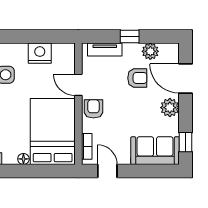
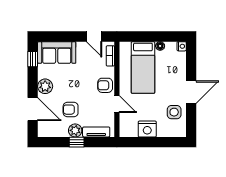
plant: (150, 51) -> (75, 130), moved
armchair: (93, 109) -> (105, 85), turned 90
bed: (53, 132) -> (143, 67), width x0.67

